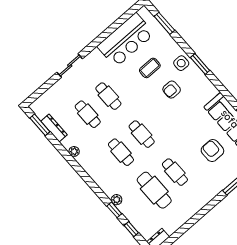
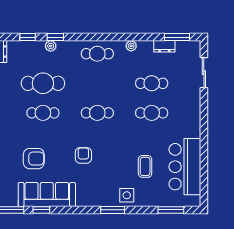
sliding door: (70, 66) -> (204, 73), moved
armchair: (172, 90) -> (83, 155), moved
dresser: (54, 128) -> (164, 46), width x0.70
cafe table: (121, 152) -> (97, 54), moved
plant: (117, 200) -> (51, 46), moved

